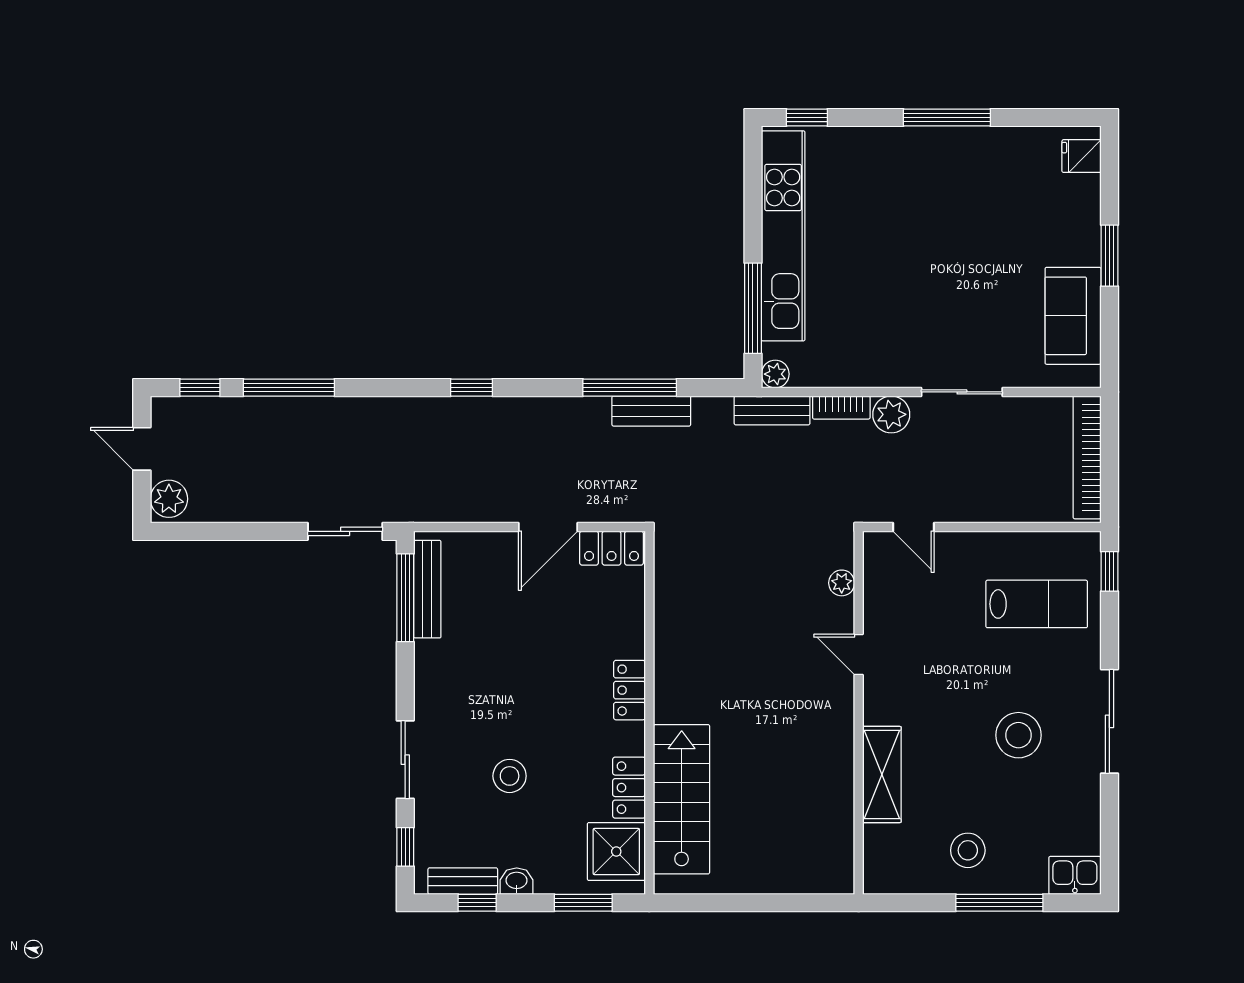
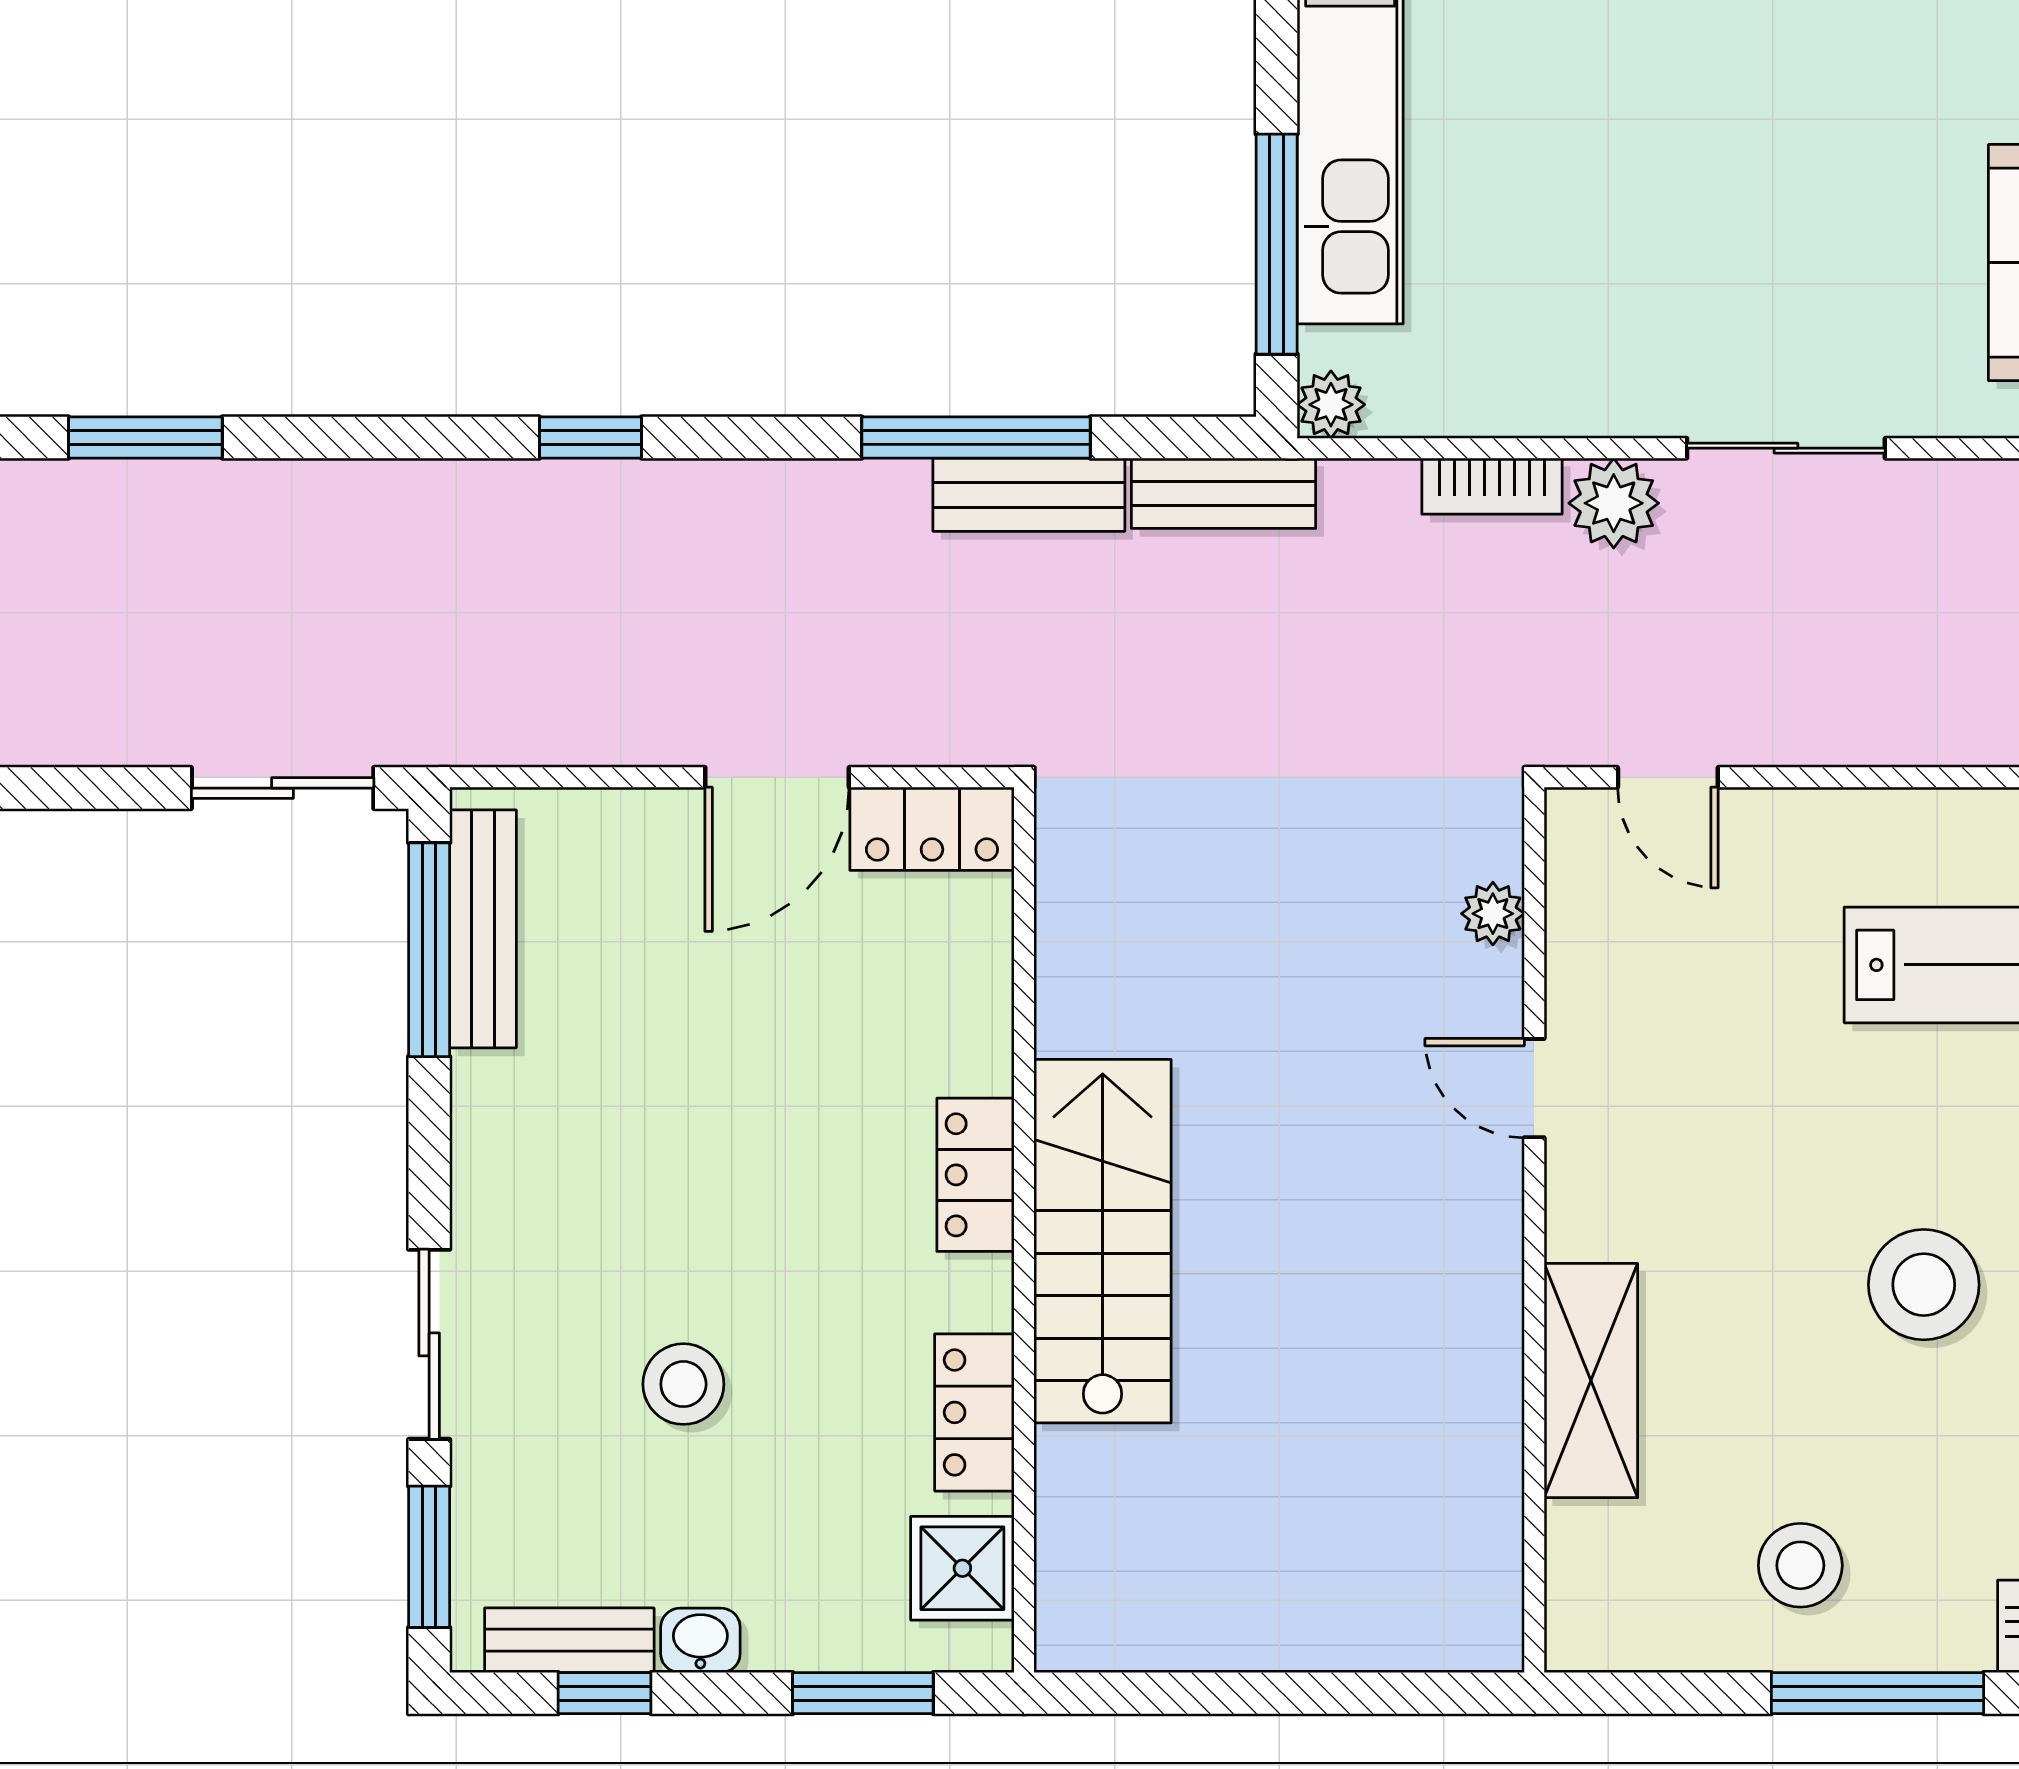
window: (289, 388) -> (145, 437), width x0.69
bench: (772, 410) -> (1224, 493), moved
stairs: (682, 799) -> (1103, 1241), moved
window: (405, 847) -> (429, 1557), width x1.50
shower: (616, 852) -> (962, 1568), width x0.73, depth x0.73

